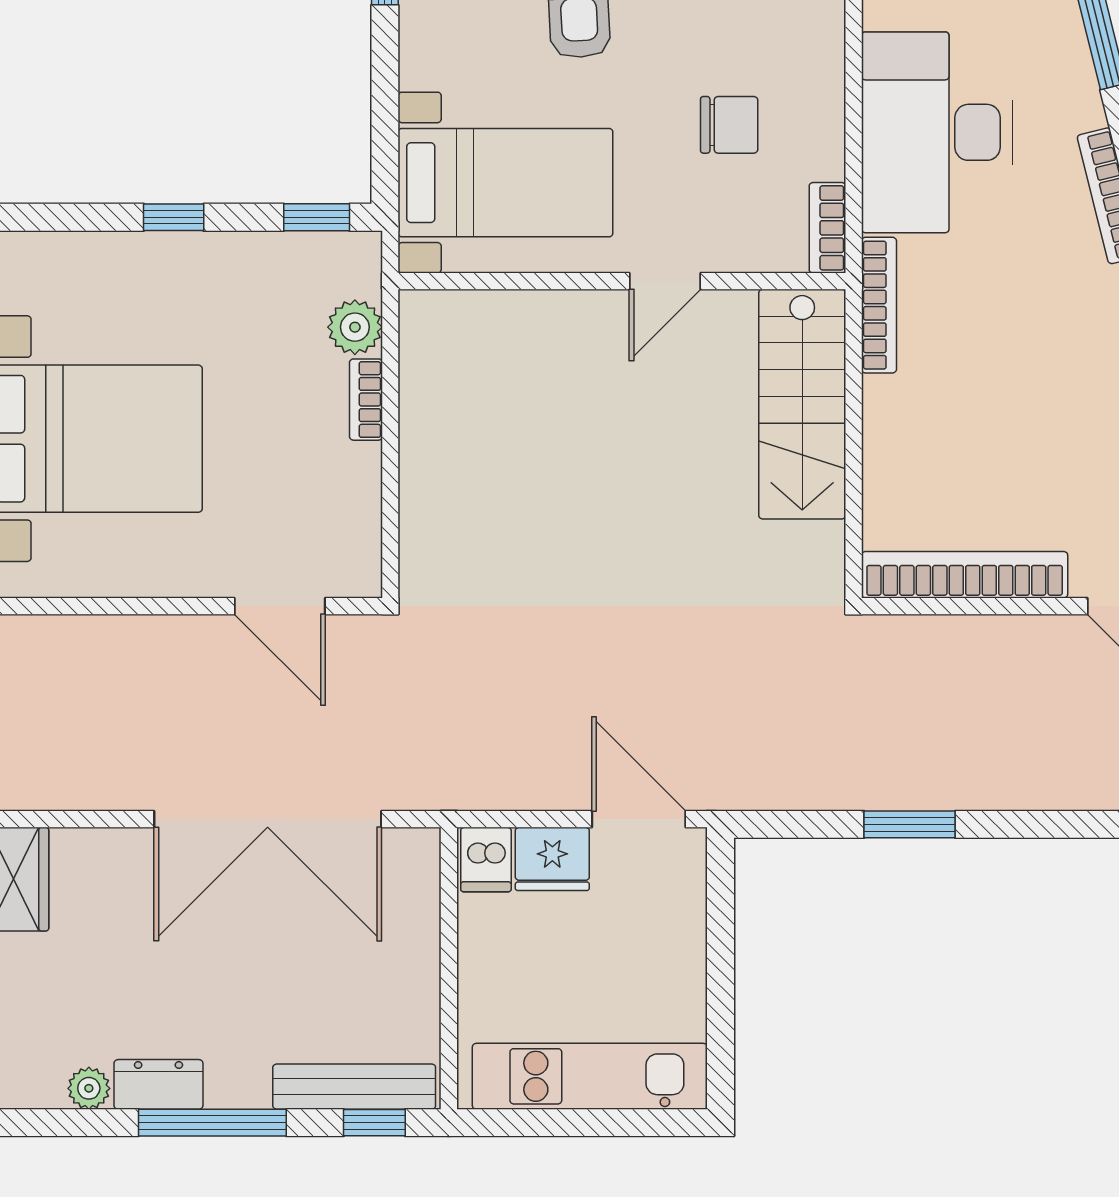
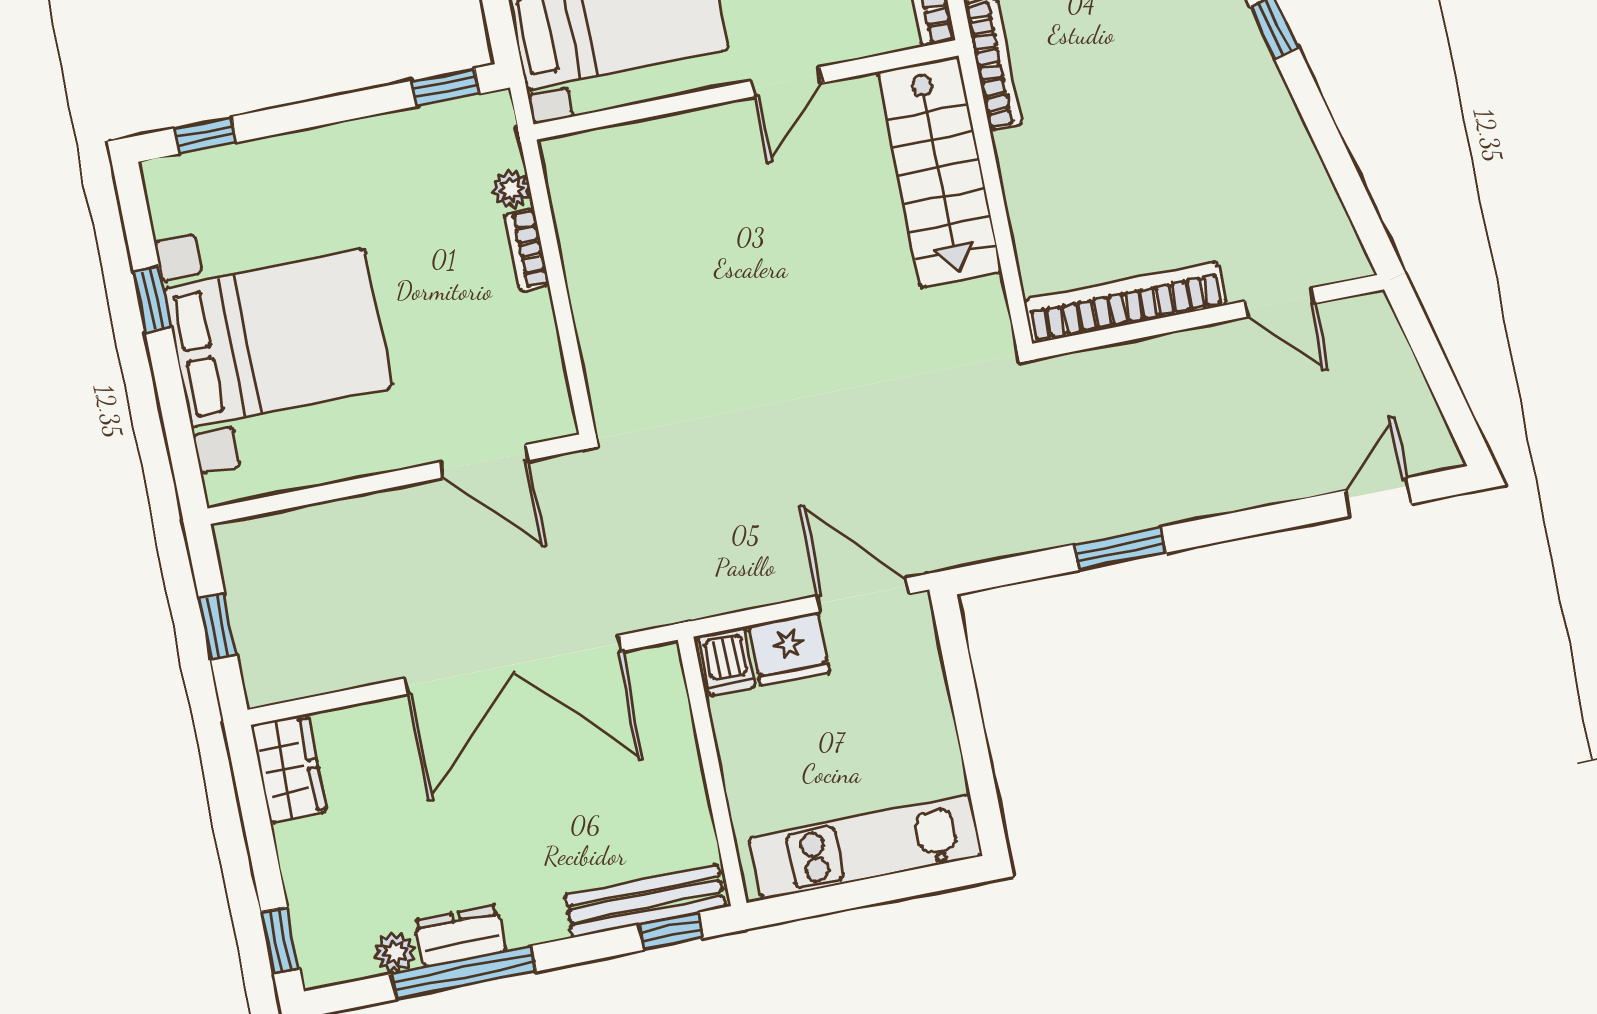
window: (174, 217) -> (205, 135), moved
plant: (355, 327) -> (511, 189), width x0.73, depth x0.73
window: (212, 1123) -> (464, 973), moved

